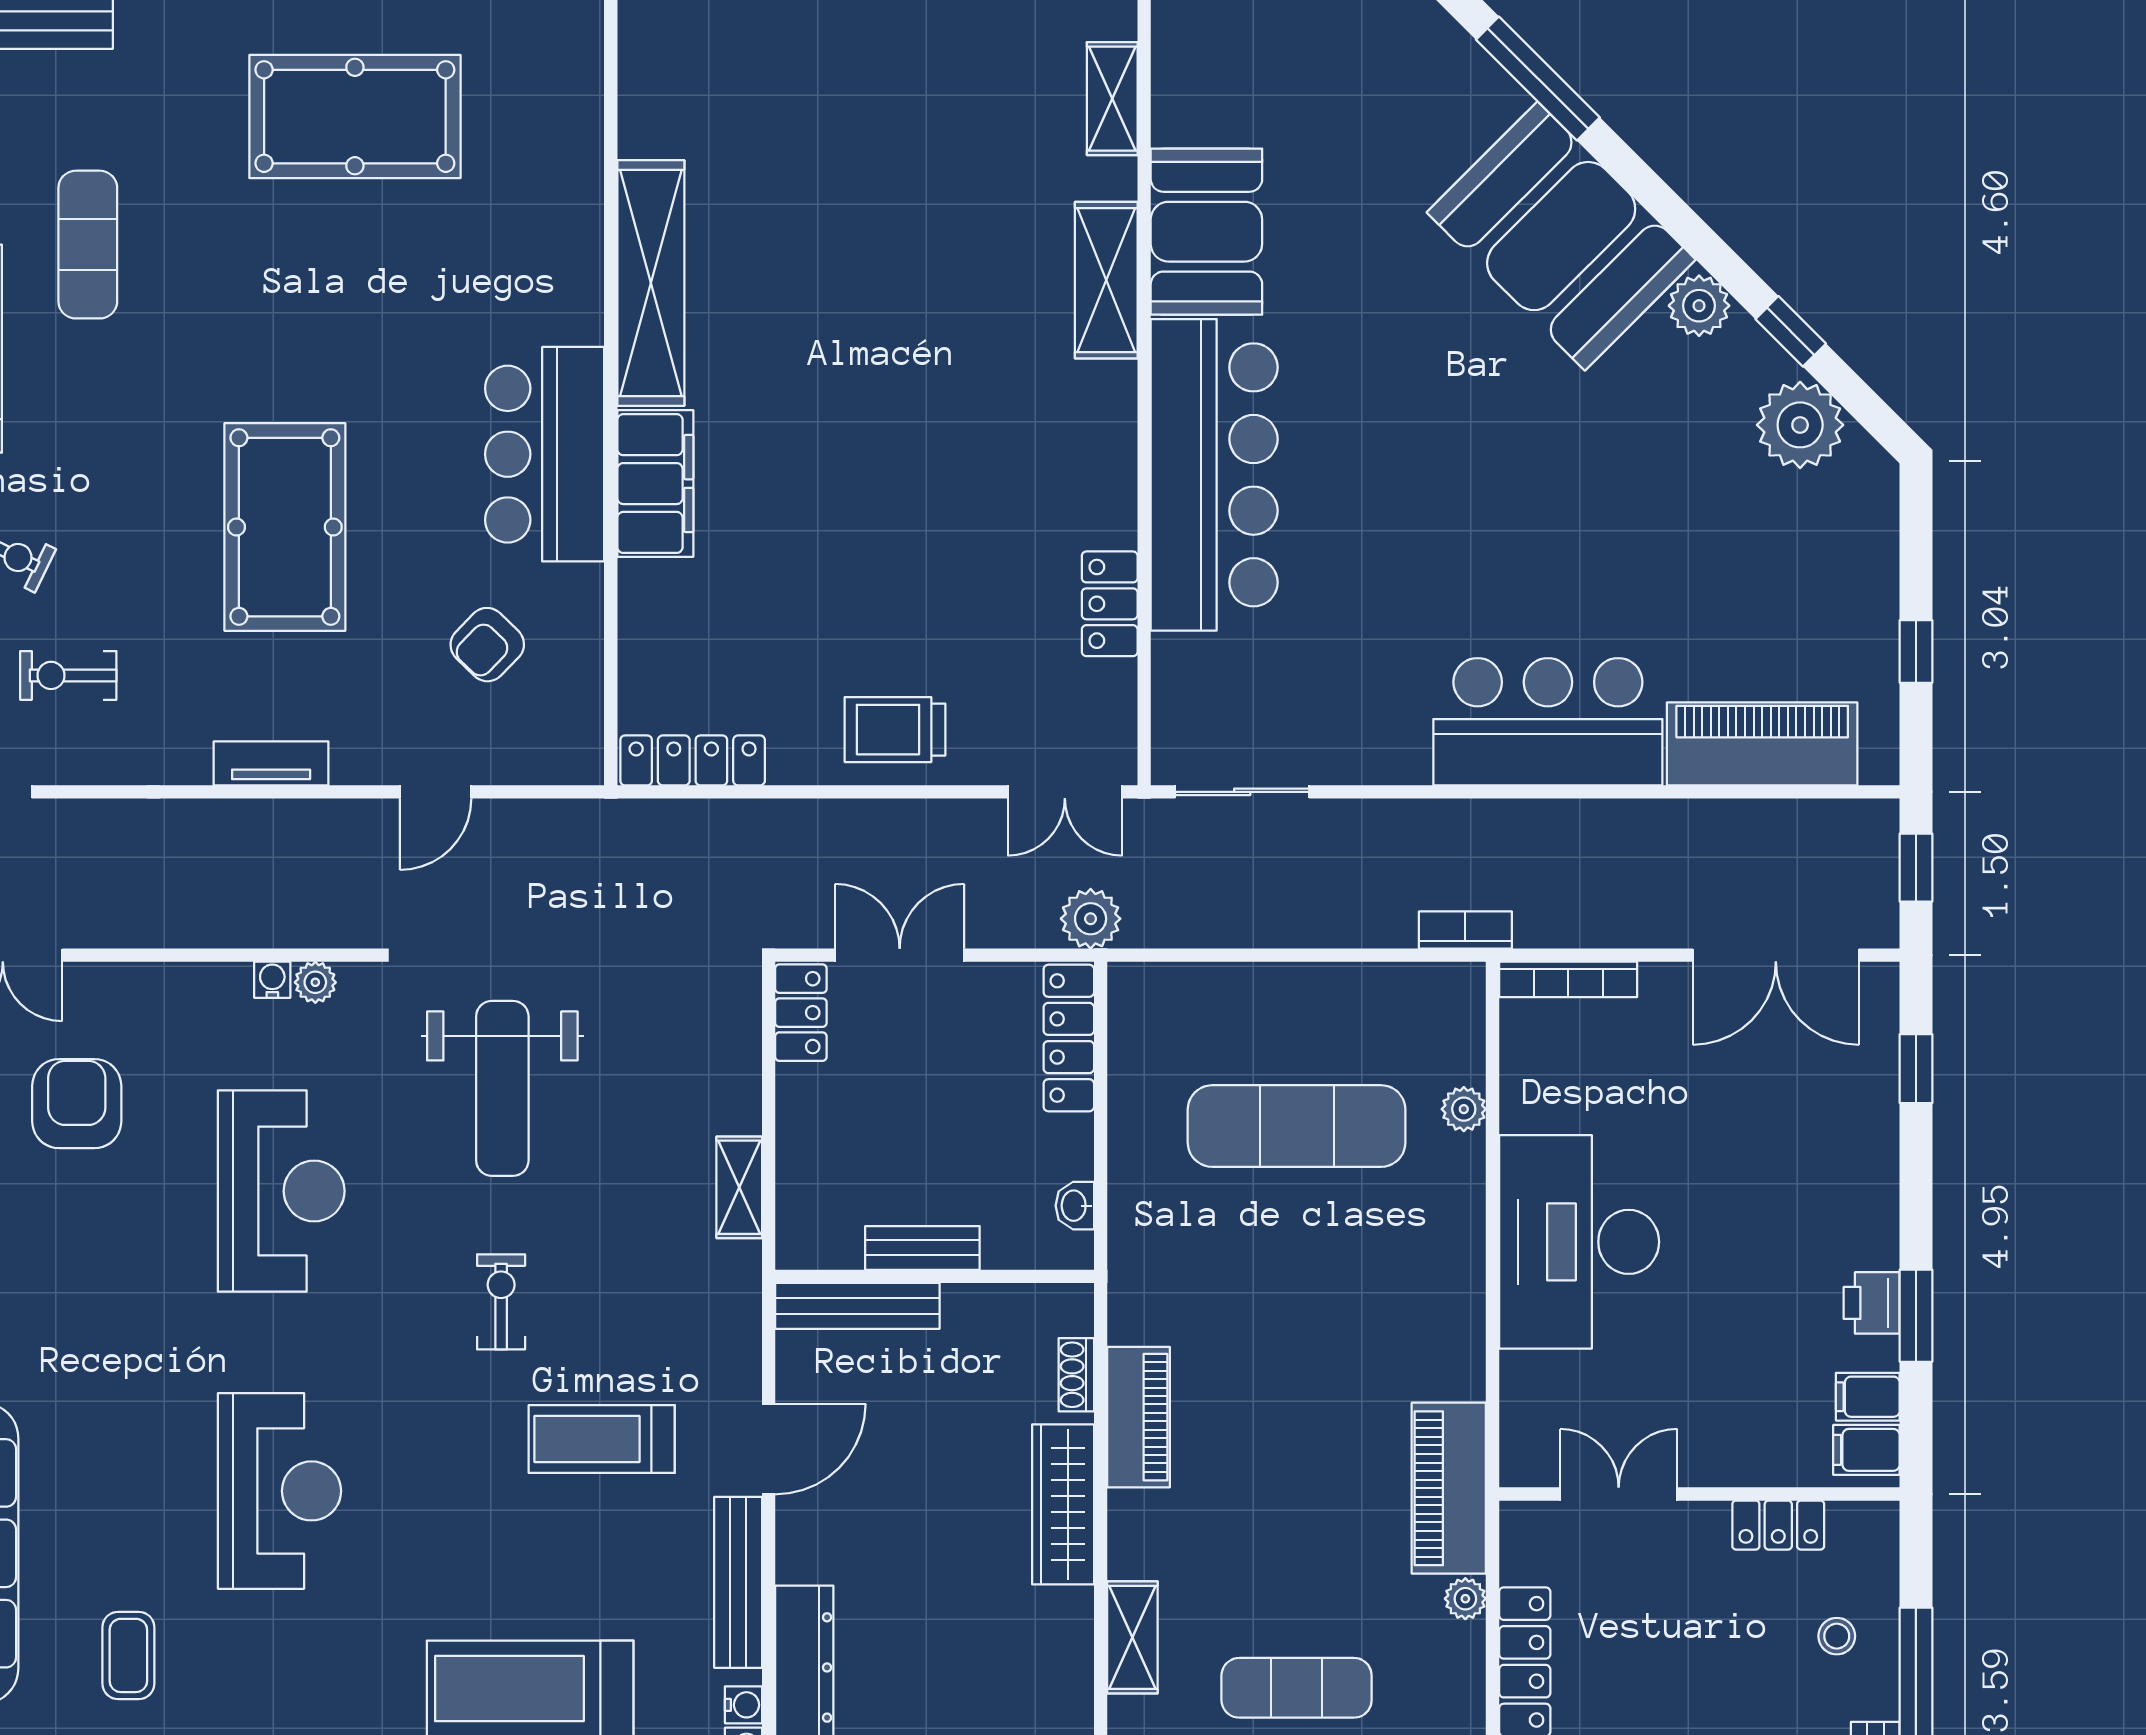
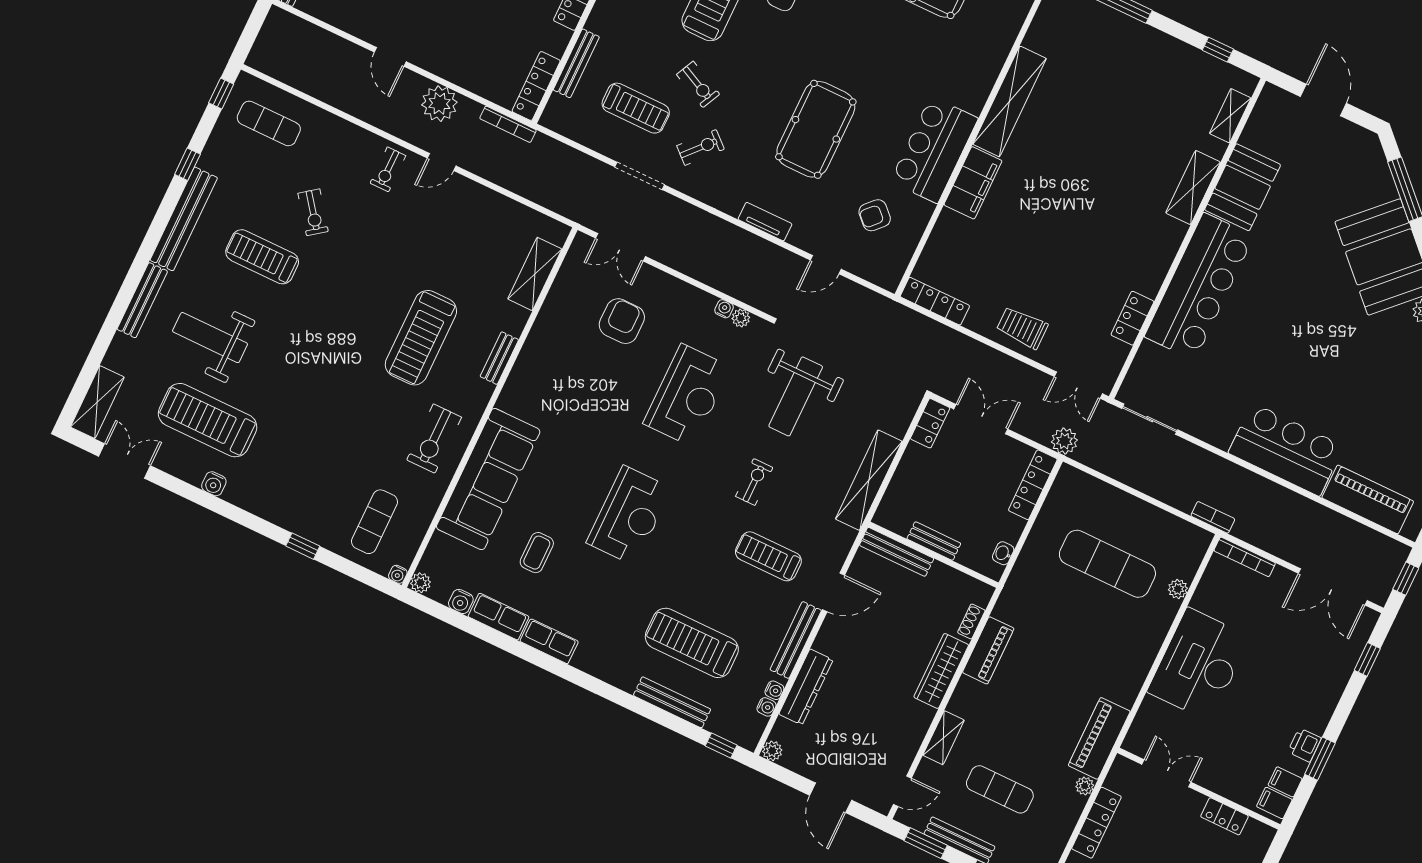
exercise bike: (68, 675) -> (700, 147), turned 132
shelving: (739, 1187) -> (869, 480), width x2.20, depth x1.33

